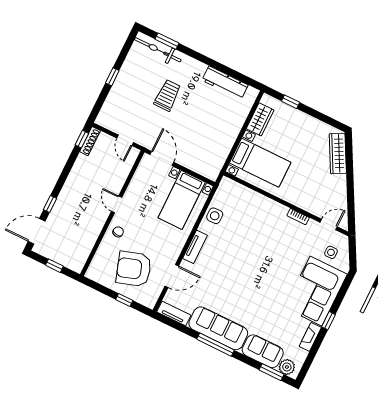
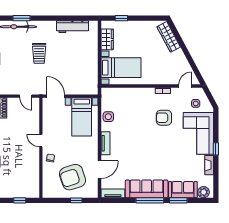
trolley: (167, 95) -> (39, 53), turned 180
armchair: (283, 251) -> (164, 118), added
window: (272, 372) -> (178, 200), moved

